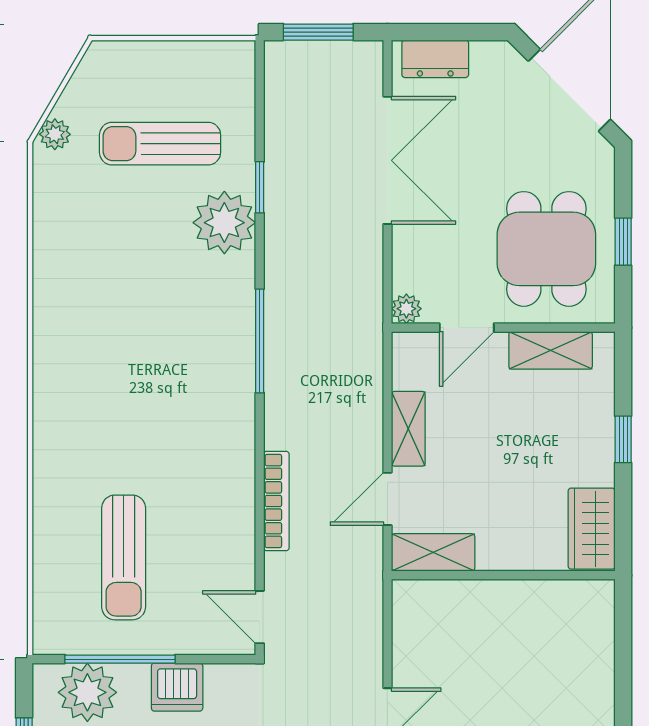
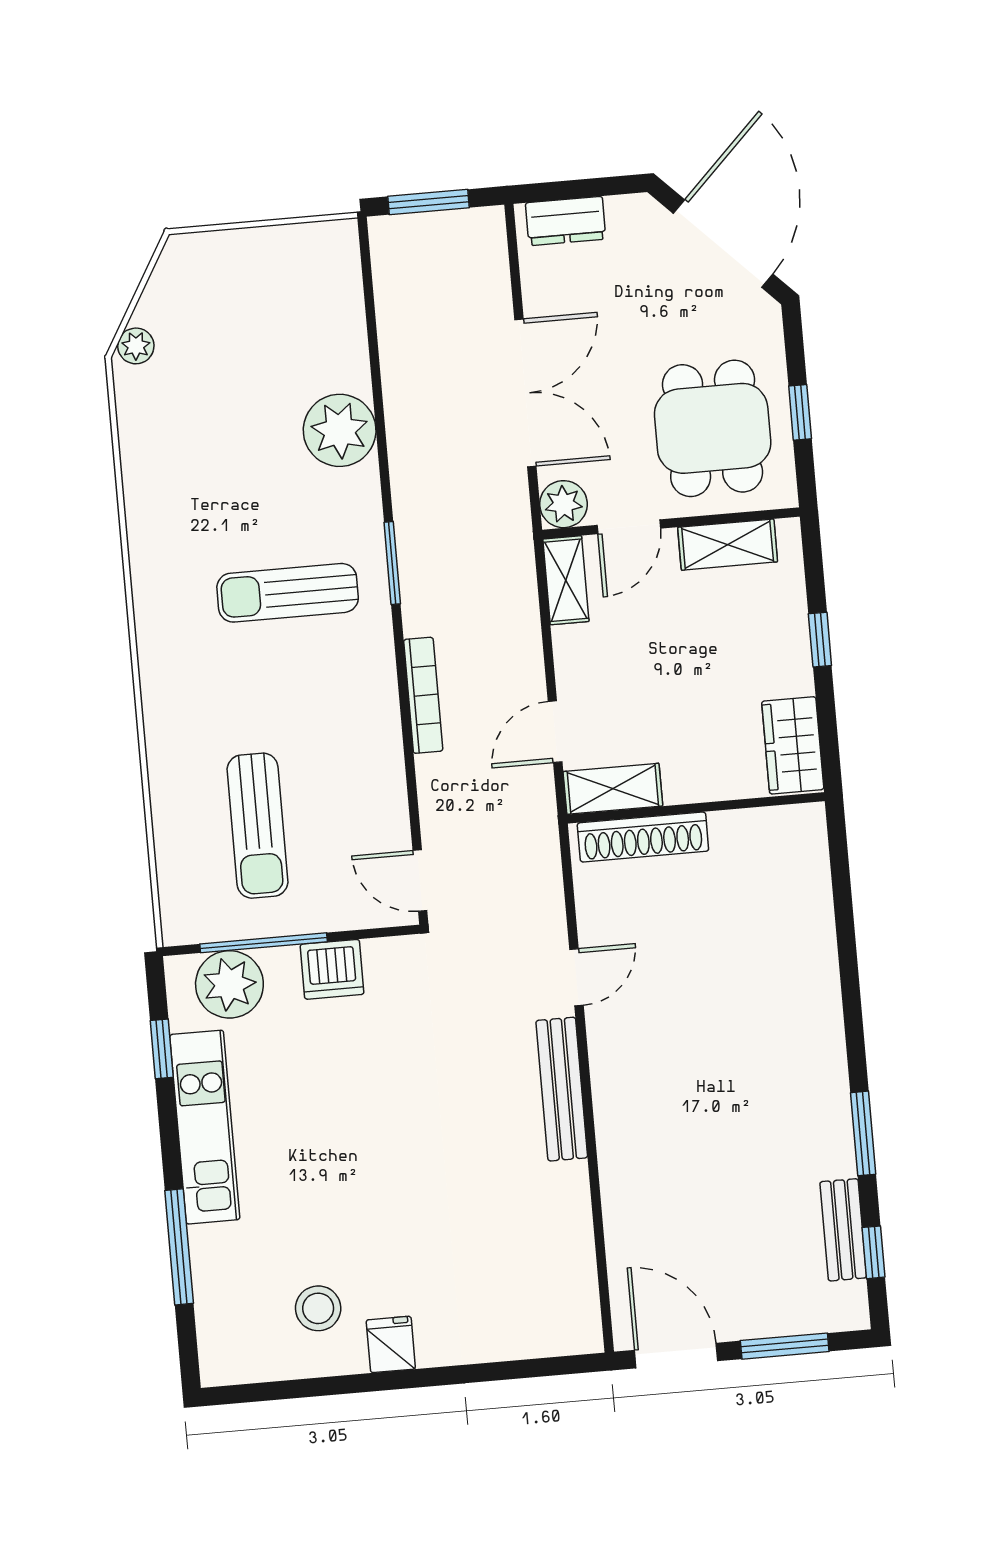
sun lounger: (160, 144) -> (288, 593), moved
double door: (387, 160) -> (525, 393), moved
window: (260, 187) -> (377, 386), removed
plant: (406, 309) -> (564, 504), width x1.38, depth x1.38
window: (260, 341) -> (392, 563), width x0.69
shelving: (408, 429) -> (566, 580), moved
bookcase: (276, 501) -> (423, 695), moved
shoe rack: (455, 596) -> (643, 837), added

